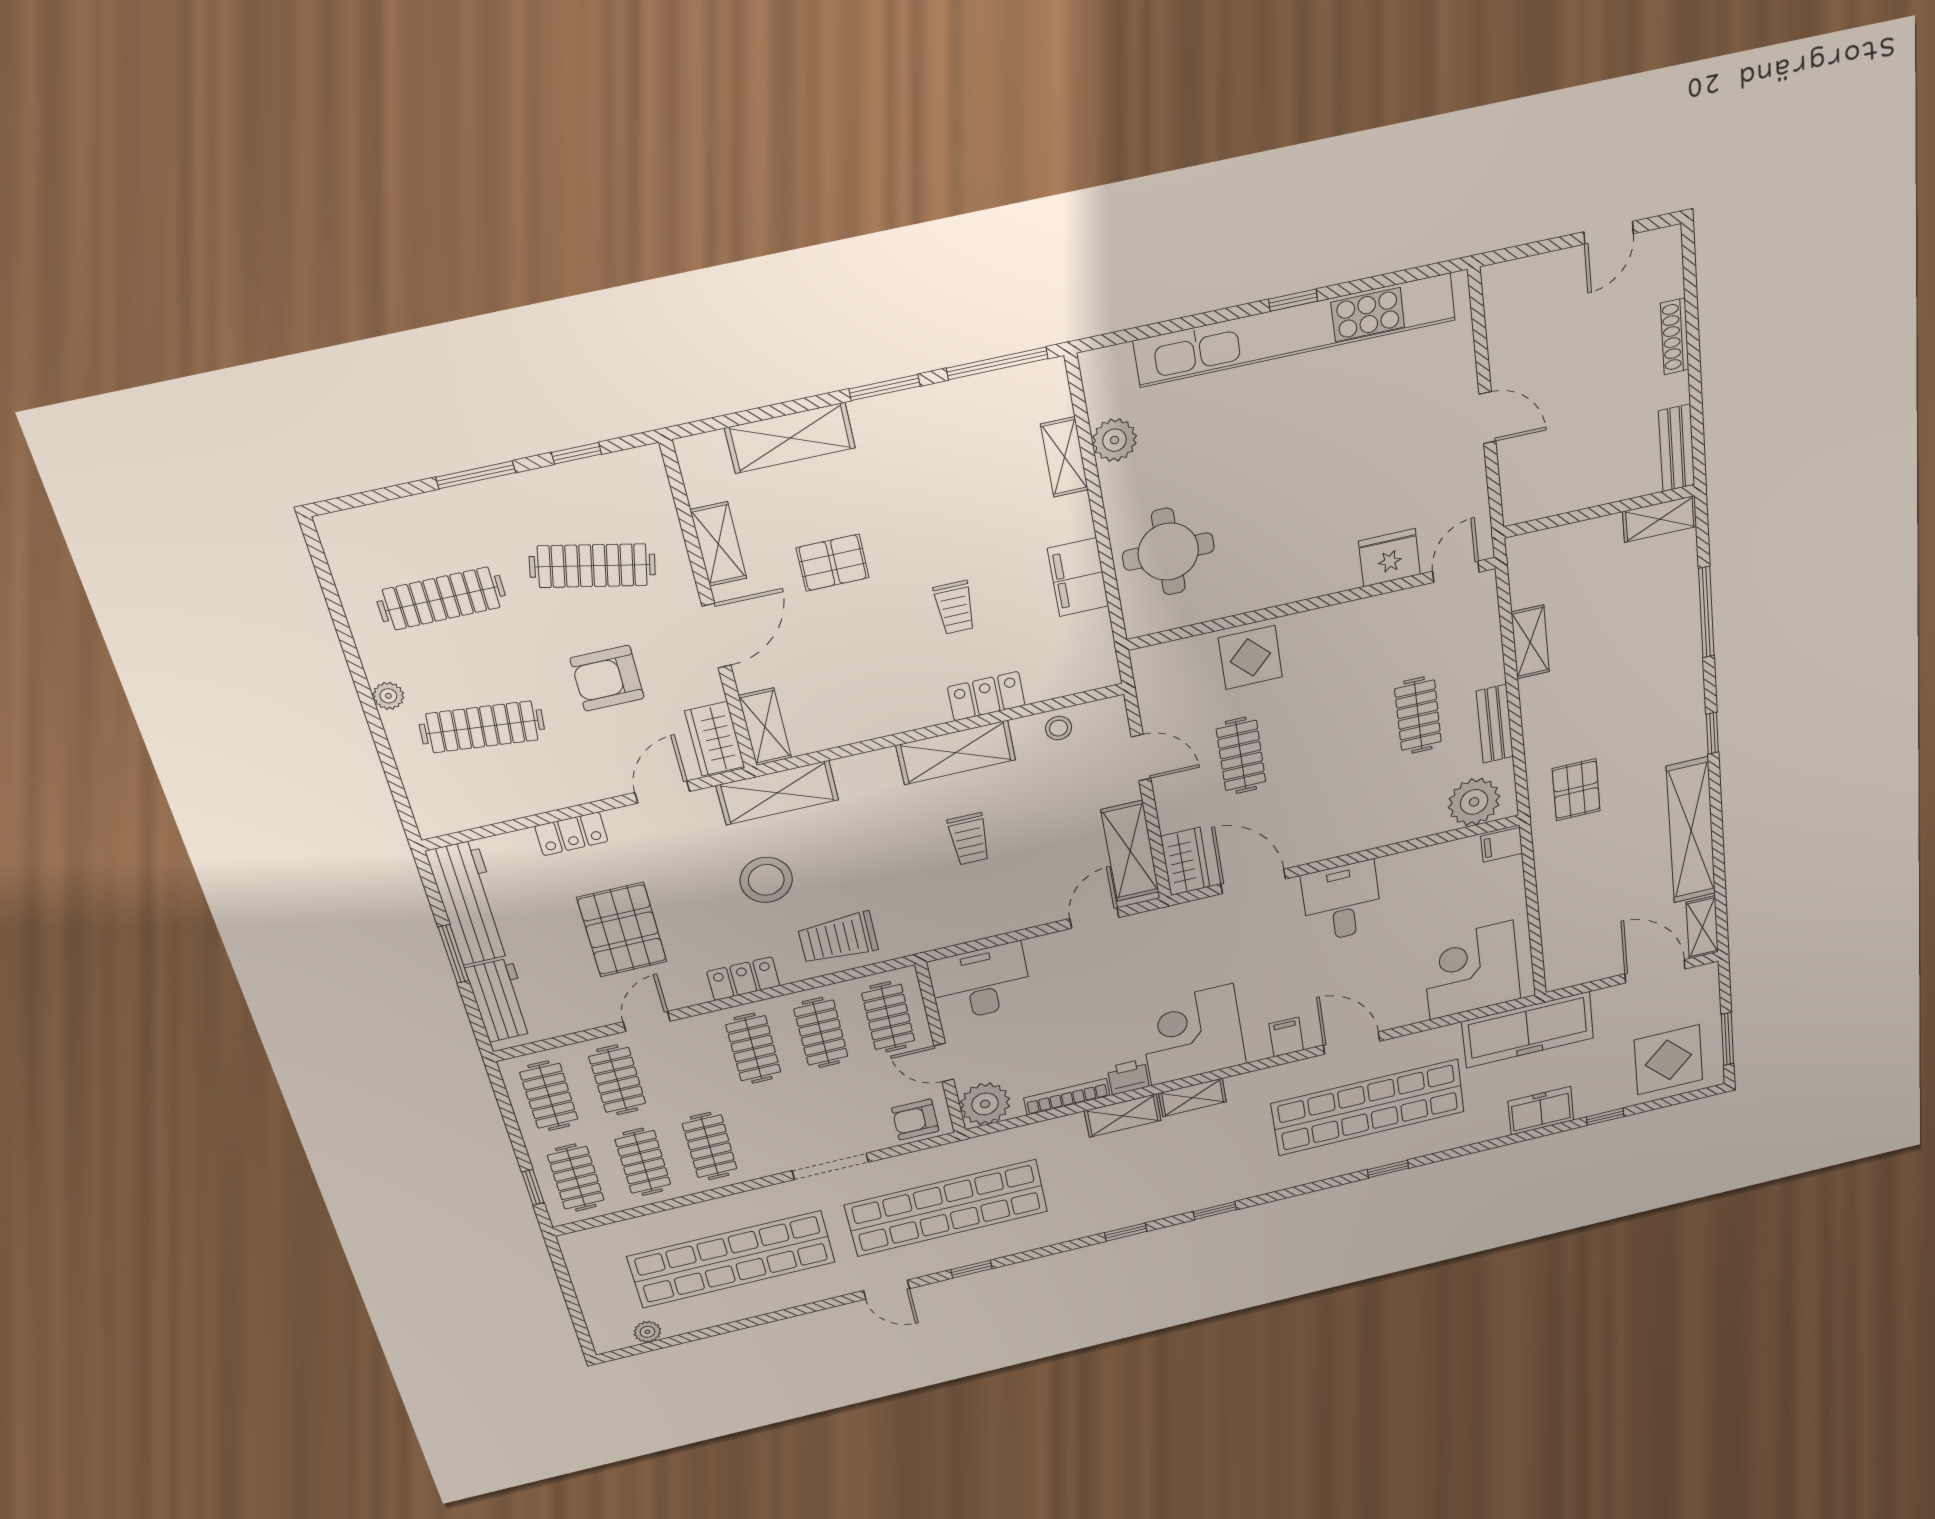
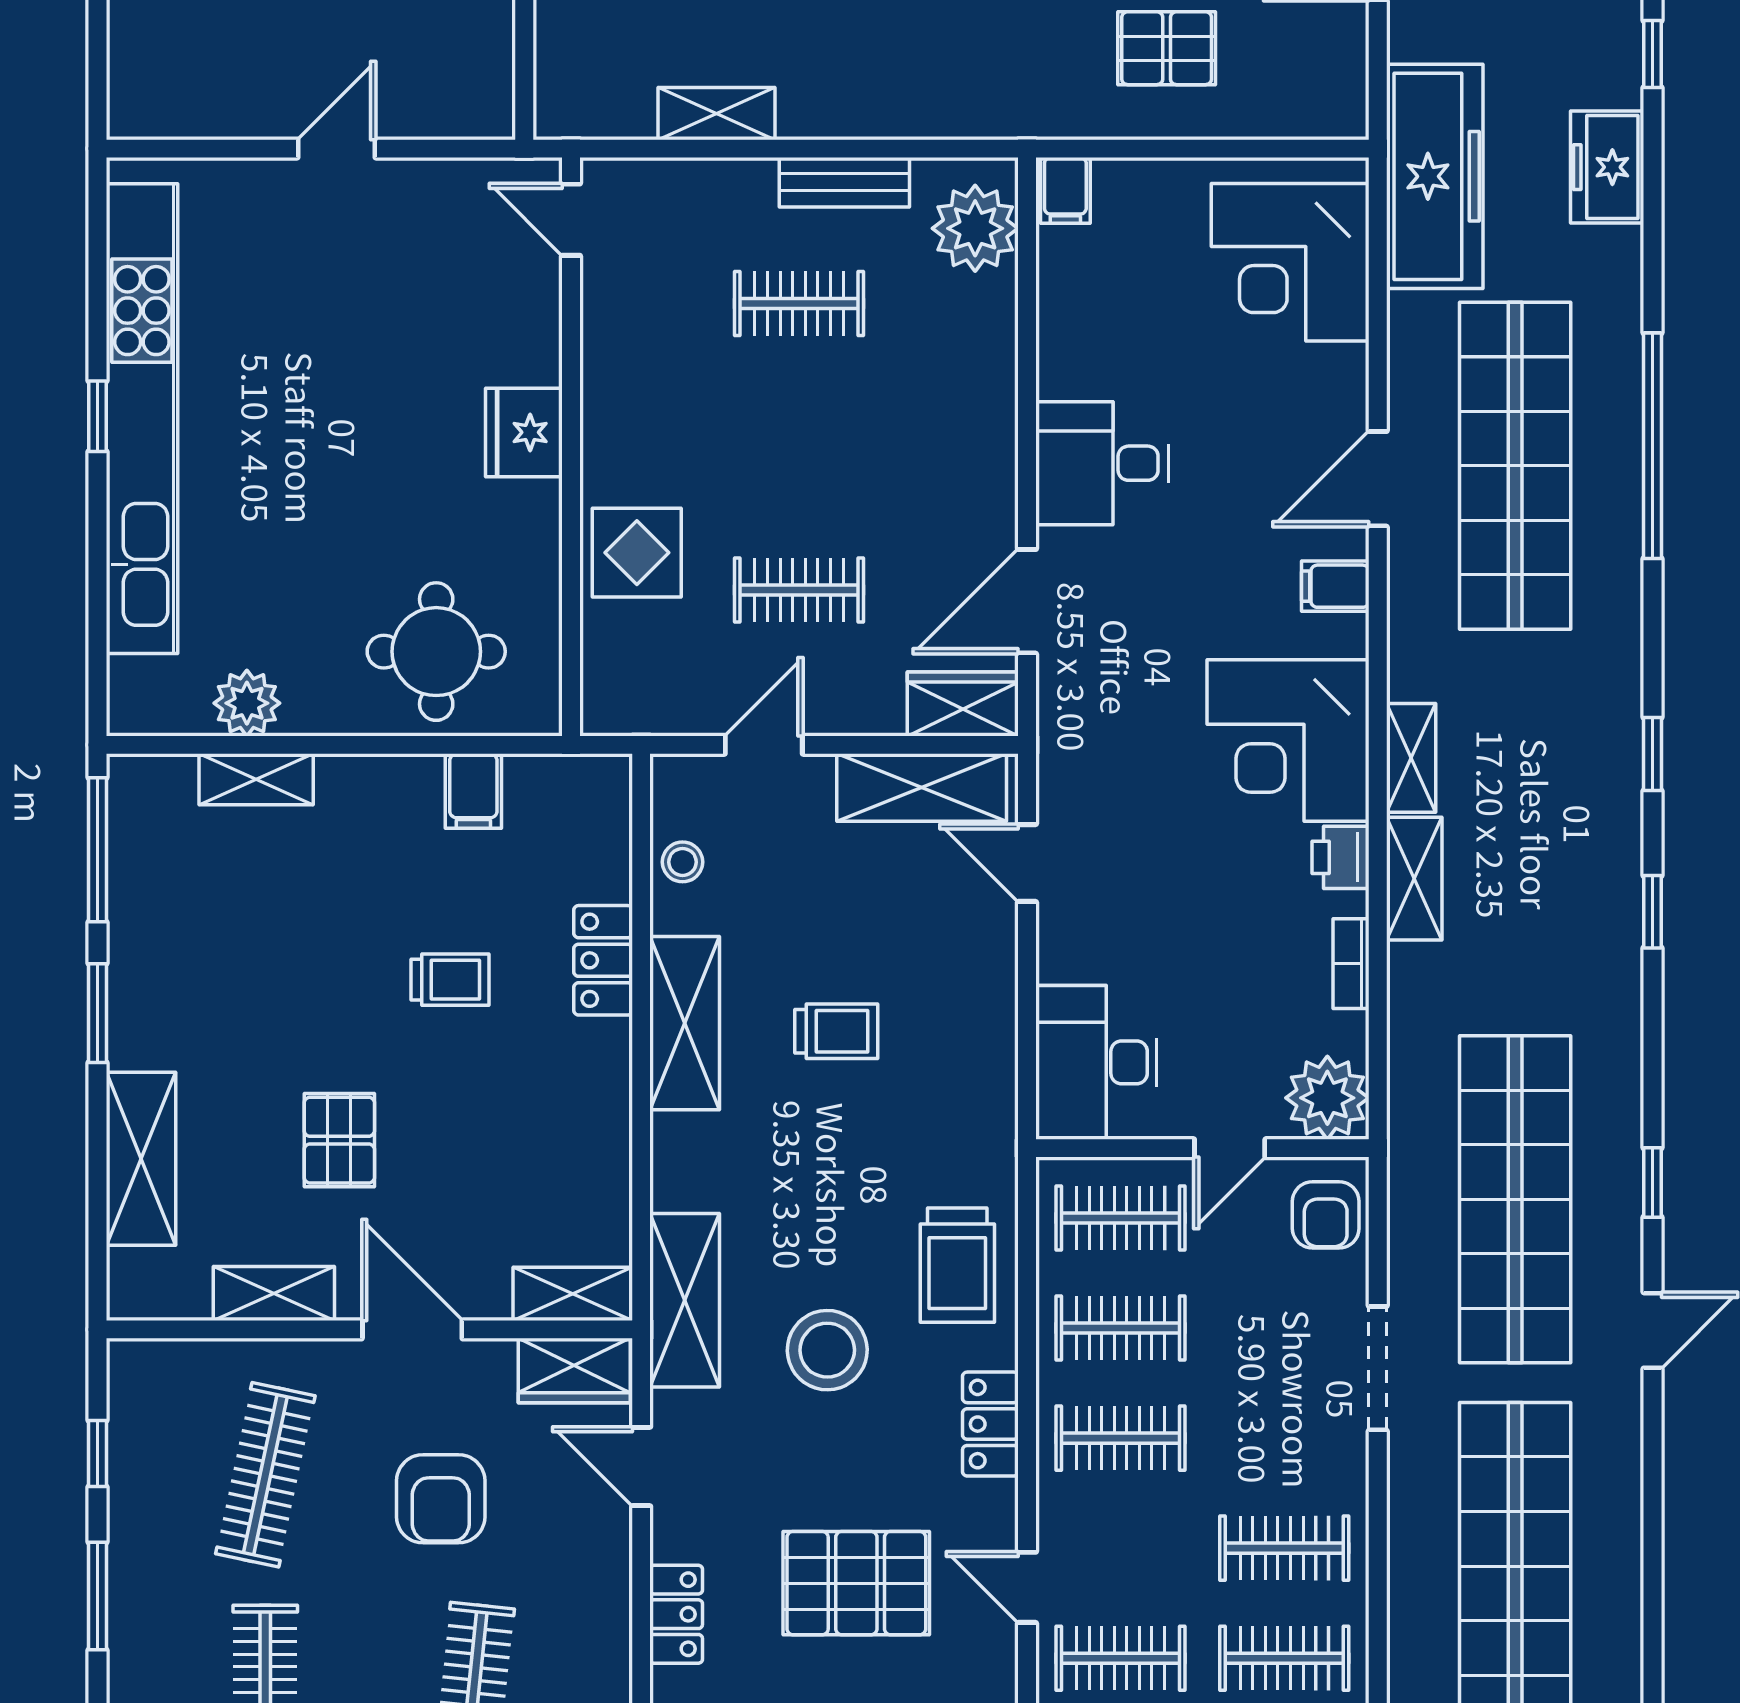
fridge: (1389, 558) -> (524, 432), moved
filing cabinet: (1078, 577) -> (473, 791), width x0.50
pallet: (1576, 790) -> (1167, 48), moved
bookcase: (1067, 1097) -> (1351, 964), width x0.64
window: (1388, 1169) -> (1653, 446), width x3.17

